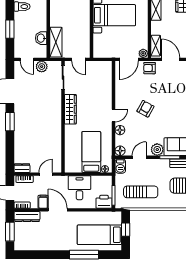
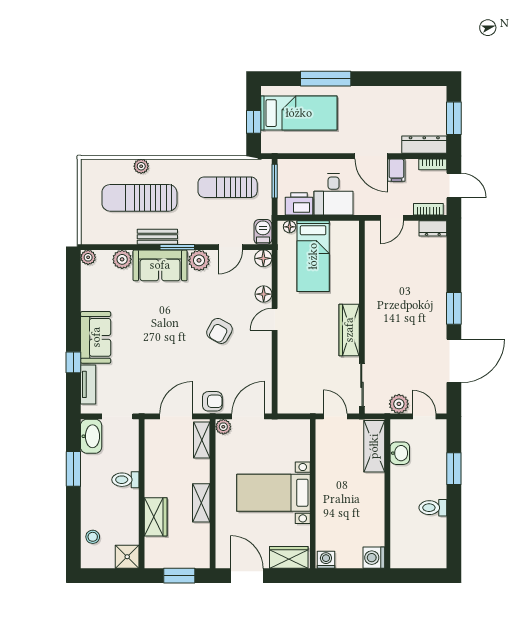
door: (171, 59) -> (176, 416), swing flipped
printer: (104, 202) -> (299, 204), moved, turned 180

